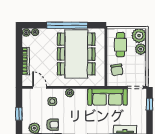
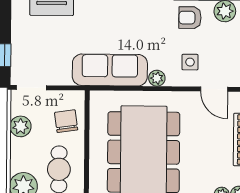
plant: (141, 49) -> (21, 126), moved
sofa: (107, 97) -> (110, 70), moved

